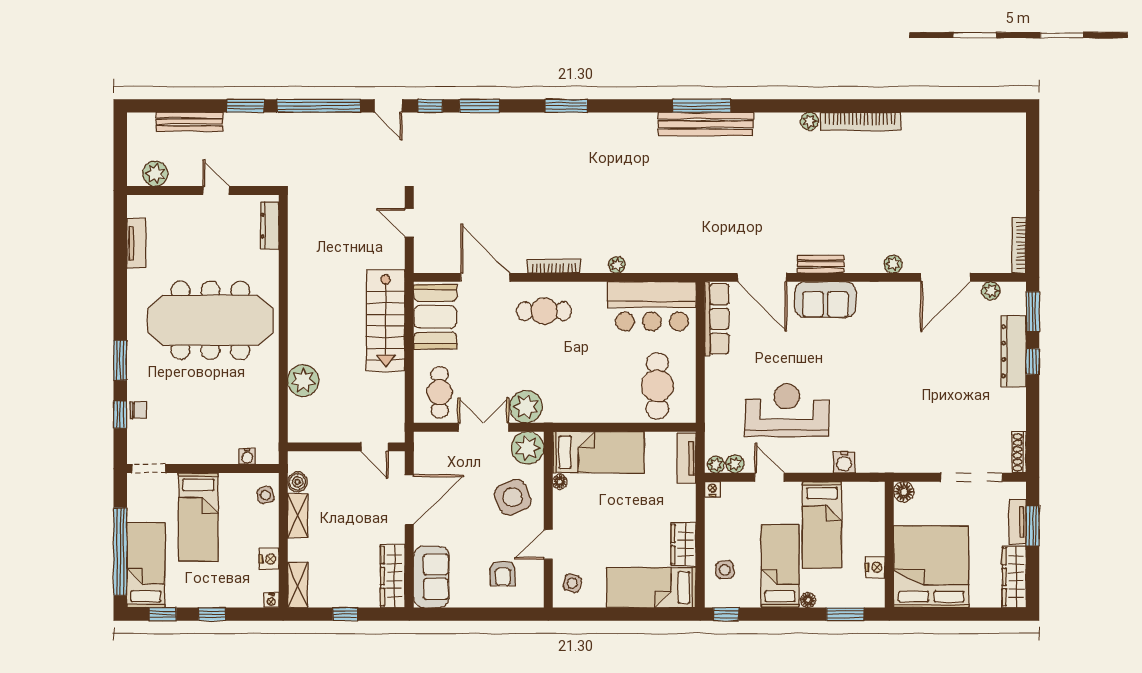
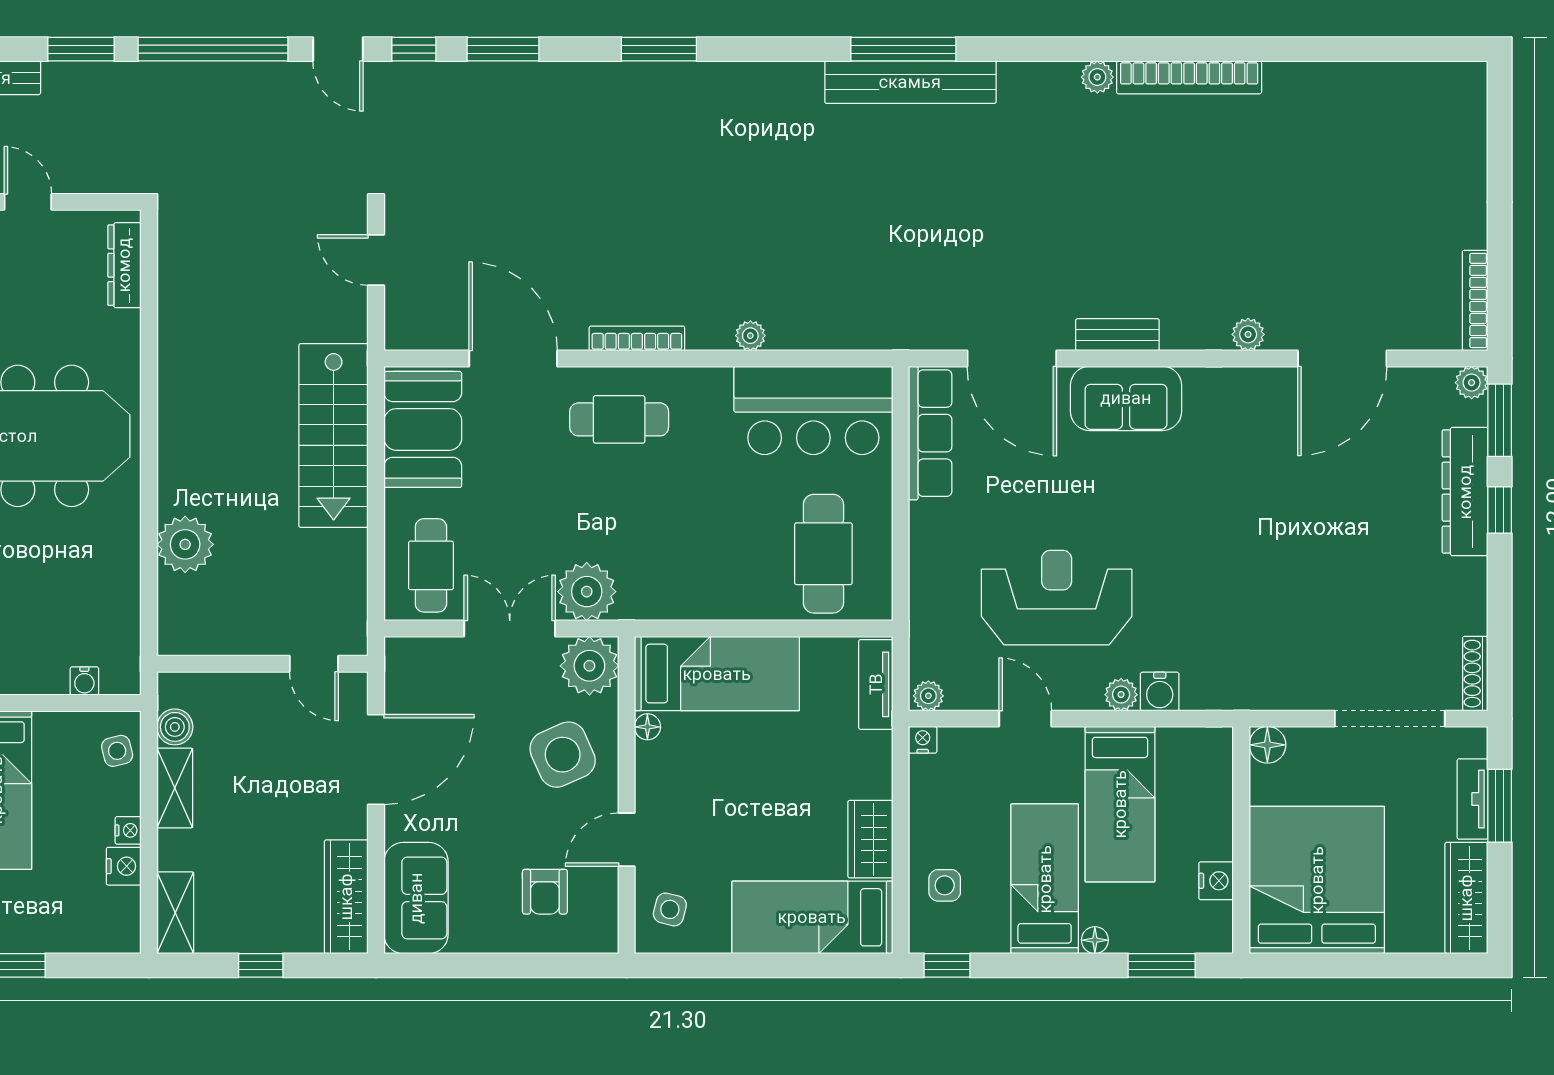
plant: (991, 291) -> (1472, 383), moved
plant: (735, 464) -> (1121, 695), moved
nightstand: (271, 600) -> (128, 830), moved, turned -90

